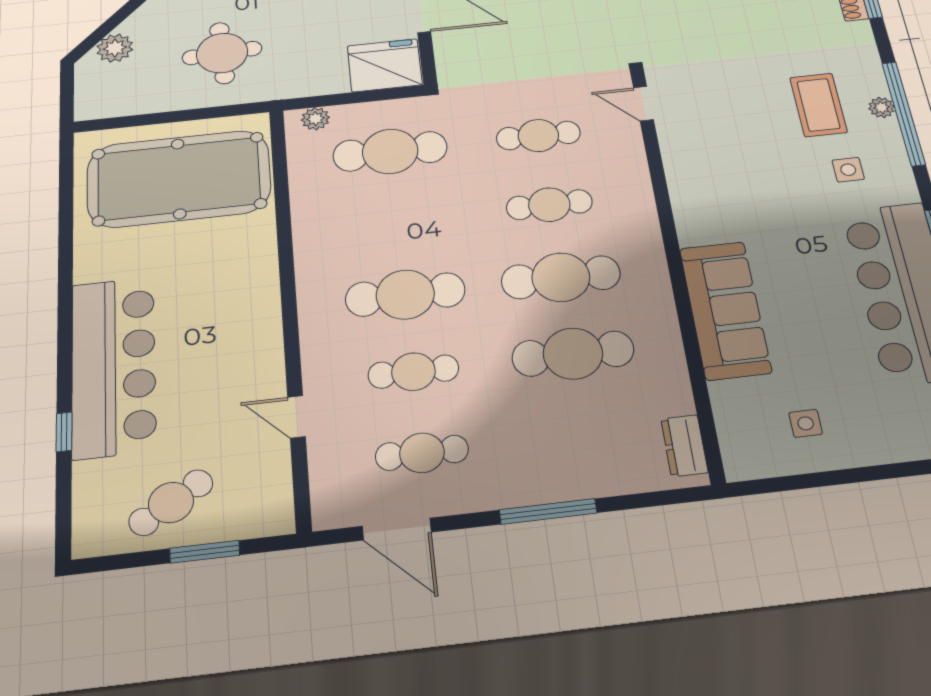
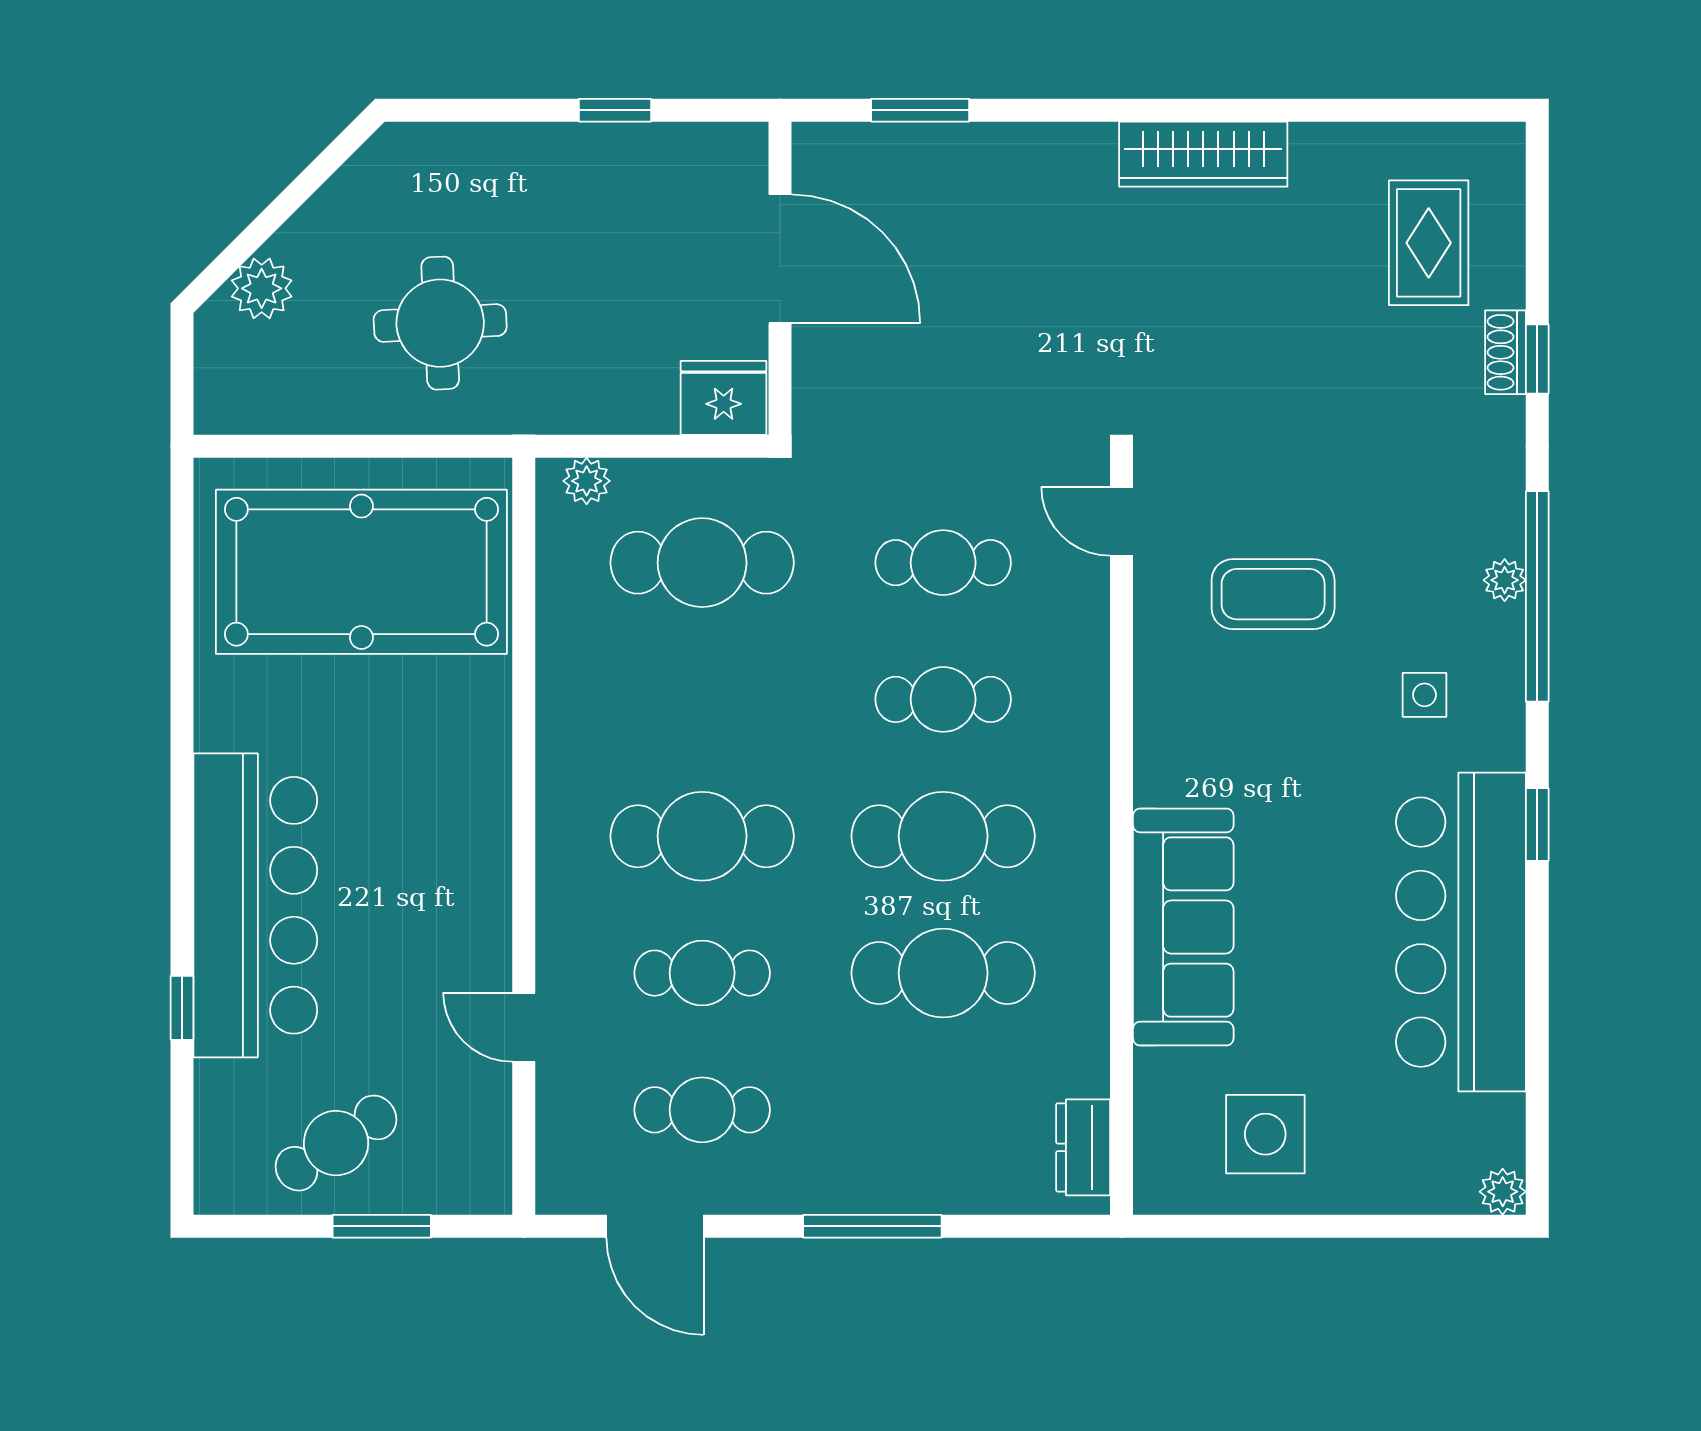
fridge: (385, 65) -> (724, 398), width x0.73, depth x0.75
coffee table: (818, 105) -> (1273, 594), moved, turned 90
side table: (806, 423) -> (1265, 1134), width x1.87, depth x1.87

